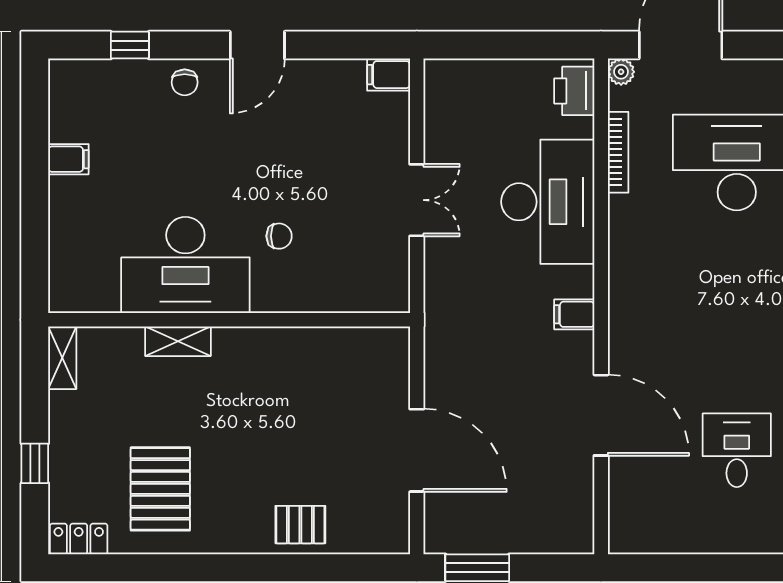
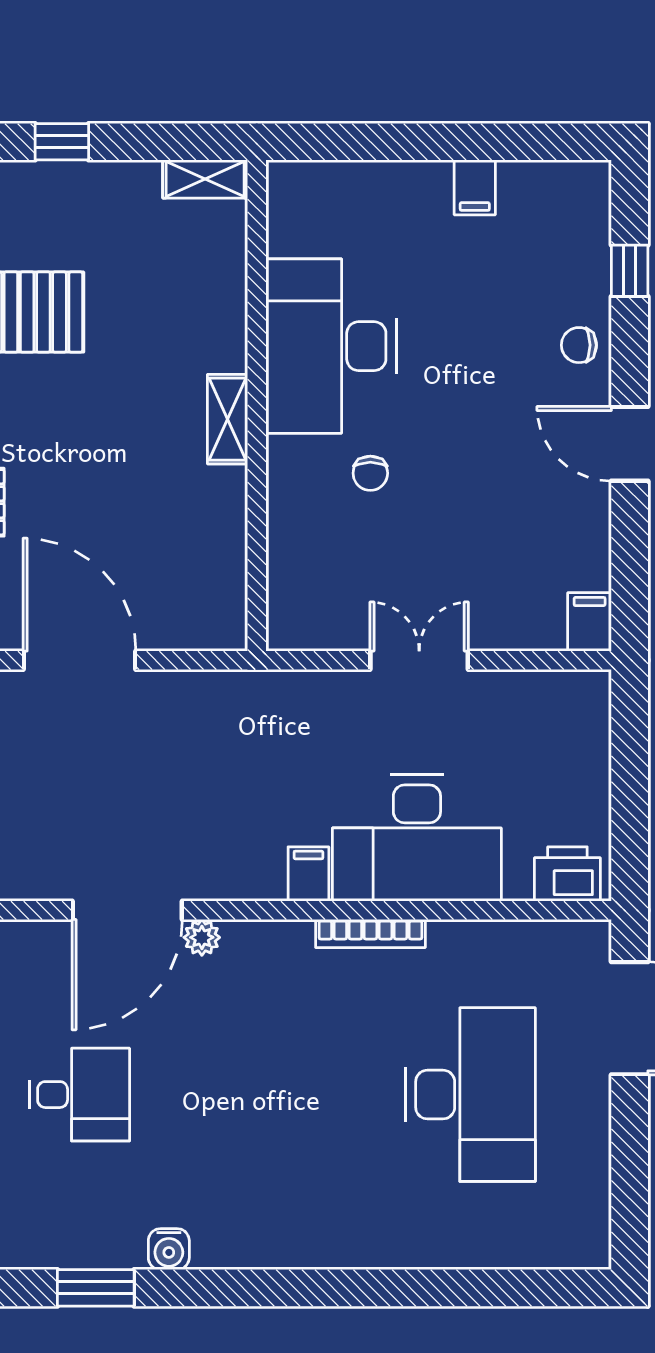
plant: (621, 72) -> (202, 937), moved
bookcase: (618, 152) -> (370, 933), moved
double door: (417, 200) -> (419, 660), swing flipped
filing cabinet: (574, 314) -> (308, 874), moved
shelving: (178, 341) -> (228, 419), moved
door: (417, 450) -> (80, 660), swing flipped

